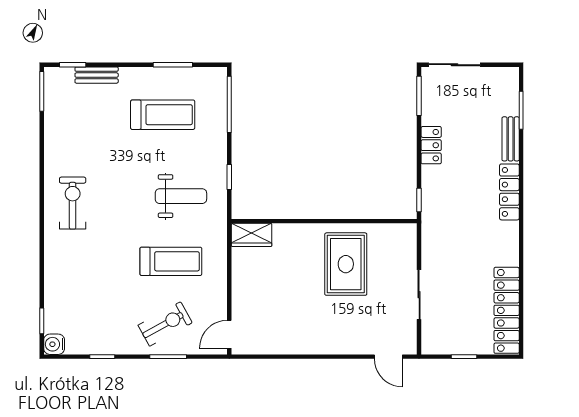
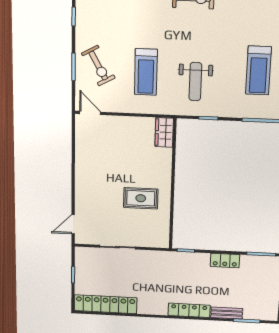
rug: (346, 264) -> (141, 198), width x0.73, depth x0.70

